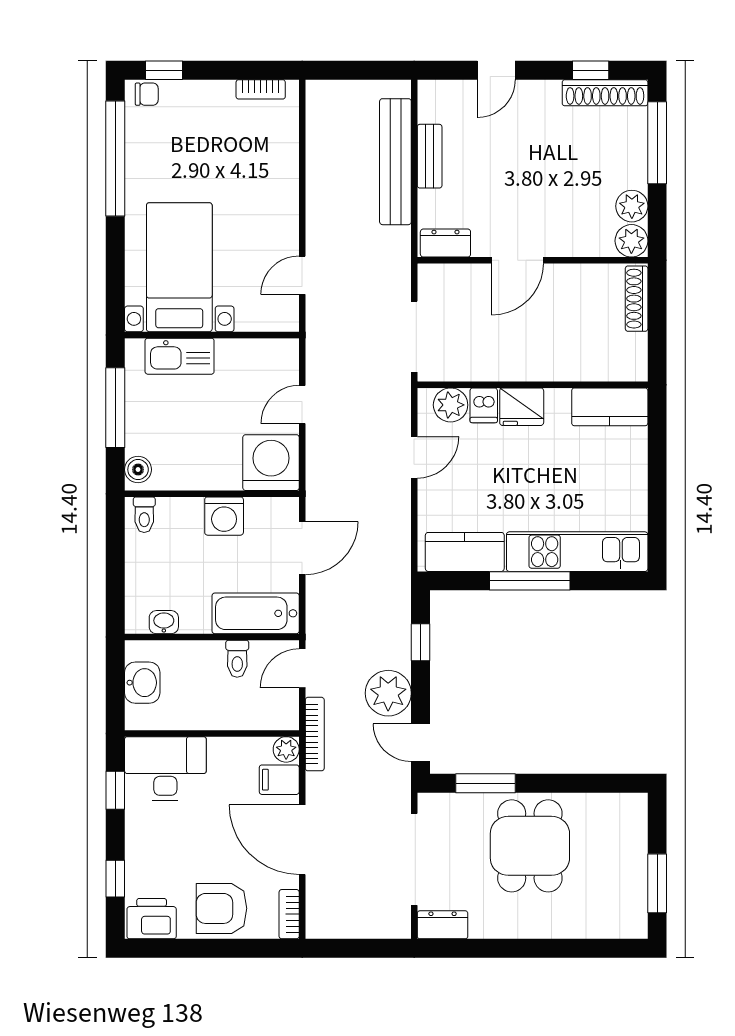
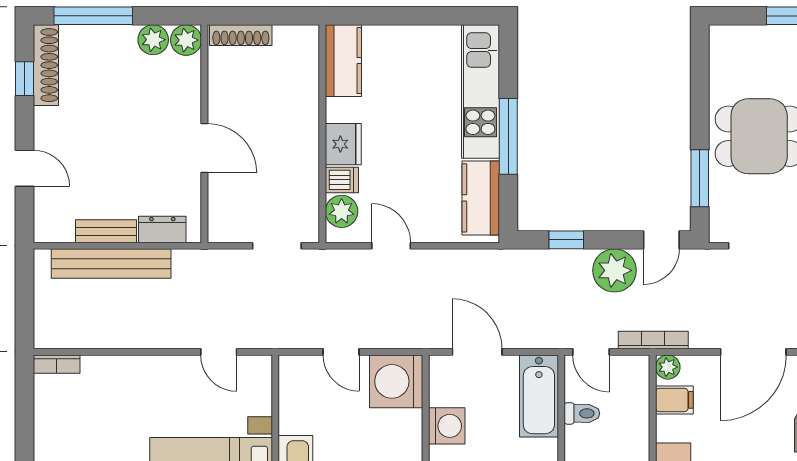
bookcase: (261, 89) -> (57, 364), moved, turned 90
dresser: (445, 243) -> (162, 230), moved, turned 90
doorway: (414, 337) -> (277, 246), width x0.73
filing cabinet: (279, 780) -> (674, 400), moved, turned -90

